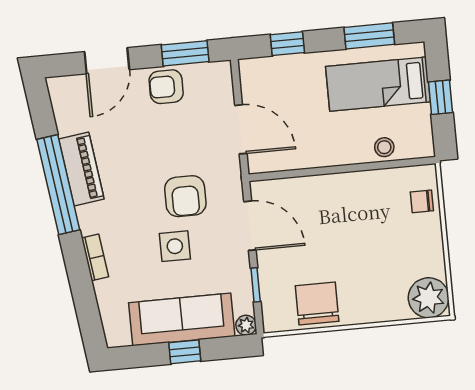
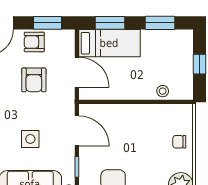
window: (287, 44) -> (110, 23), width x1.50
bed: (378, 84) -> (109, 43), moved, turned 180
armchair: (185, 196) -> (34, 80), moved
chair: (422, 201) -> (179, 142), moved

